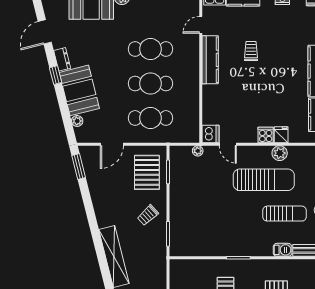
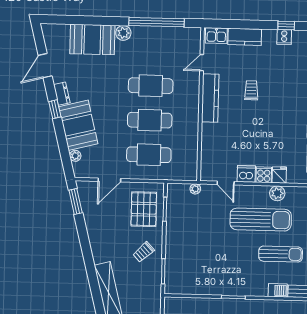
dishwasher: (210, 134) -> (246, 174), moved, turned -90

